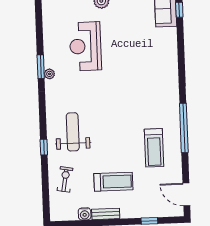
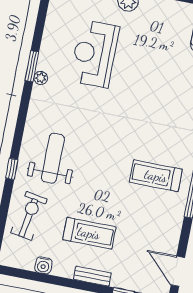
treadmill: (154, 148) -> (156, 176), moved, turned 90
exercise bike: (65, 179) -> (29, 216), width x1.38, depth x1.39
bench: (106, 214) -> (92, 276), moved

